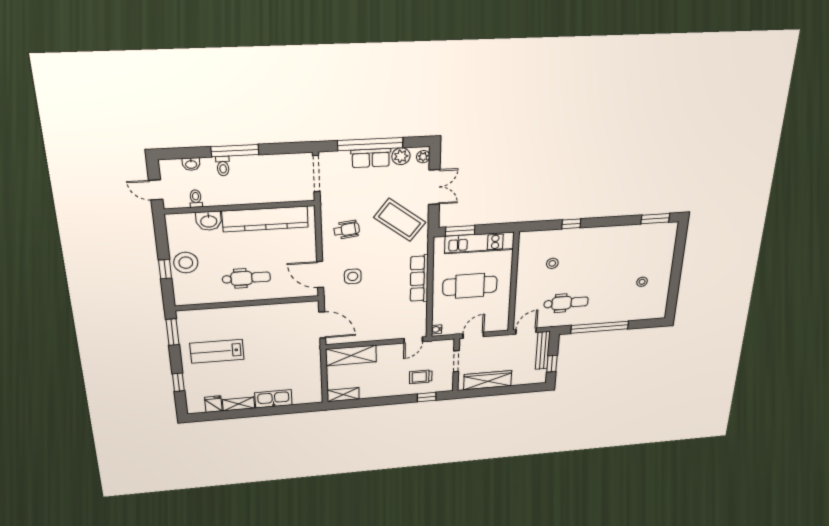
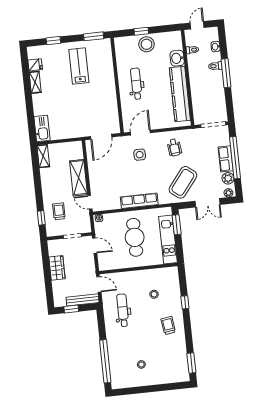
trolley: (598, 247) -> (168, 325), added
dental chair: (246, 278) -> (136, 84), turned 180
dental chair: (566, 303) -> (123, 310), turned 180
window: (600, 327) -> (105, 361), moved
shelving: (351, 356) -> (79, 178), moved
wardrobe: (488, 380) -> (57, 268), width x0.67
kitchen sink: (273, 399) -> (42, 128), moved

